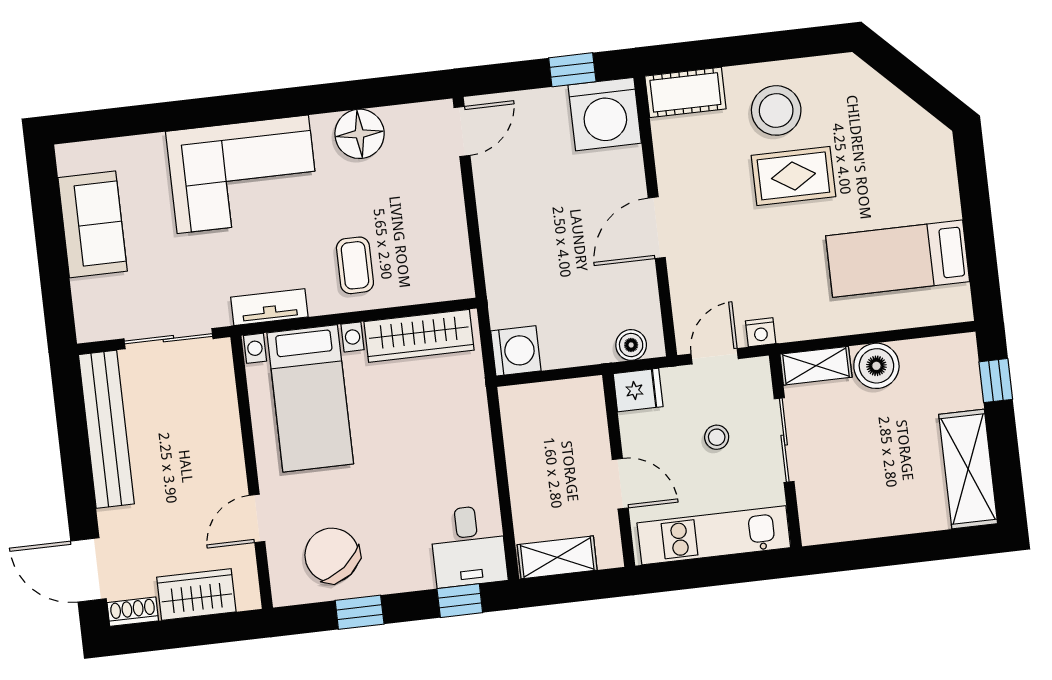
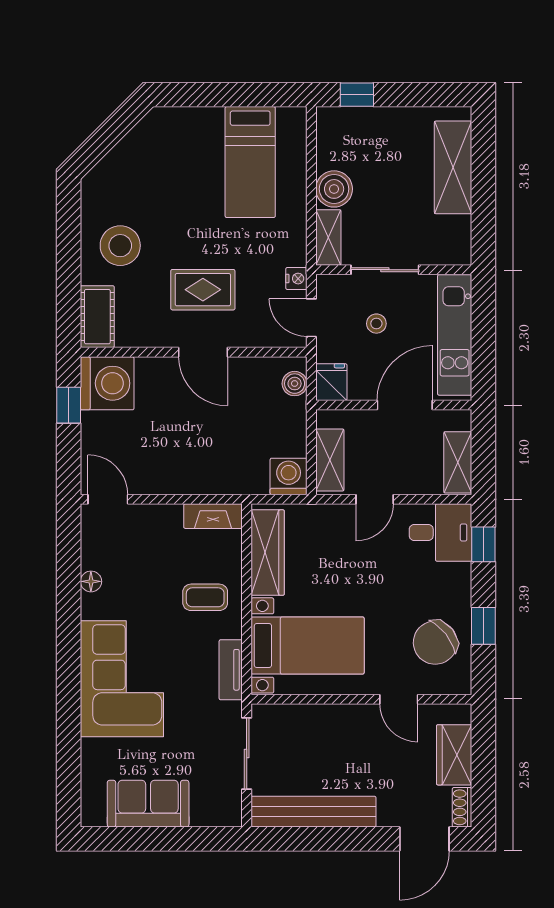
floor lamp: (360, 134) -> (91, 581), width x0.53, depth x0.53
rug: (793, 176) -> (203, 290), moved, turned 90
fireplace: (456, 263) -> (213, 516), added
shelving: (542, 399) -> (330, 460), added
door: (500, 460) -> (375, 499), added
shelving: (968, 469) -> (453, 167), moved, turned 90
door: (620, 484) -> (405, 405), width x1.38

